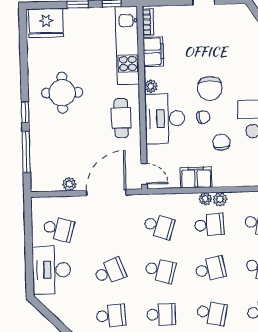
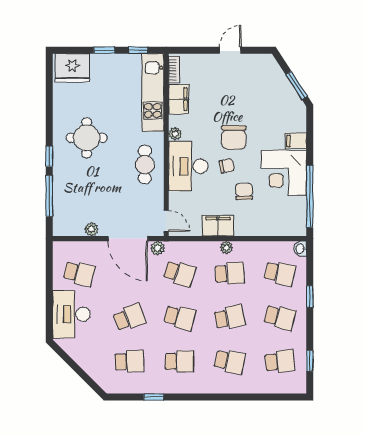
door: (106, 193) -> (128, 239), swing flipped
plant: (220, 199) -> (158, 248), moved

